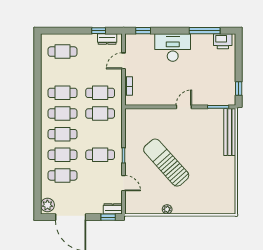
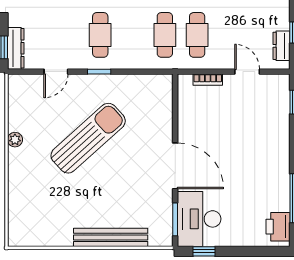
desk: (173, 47) -> (199, 219), moved, turned 180
door: (184, 107) -> (175, 166), width x1.87
bench: (230, 132) -> (111, 237), moved
dresser: (113, 209) -> (16, 48), width x1.44

